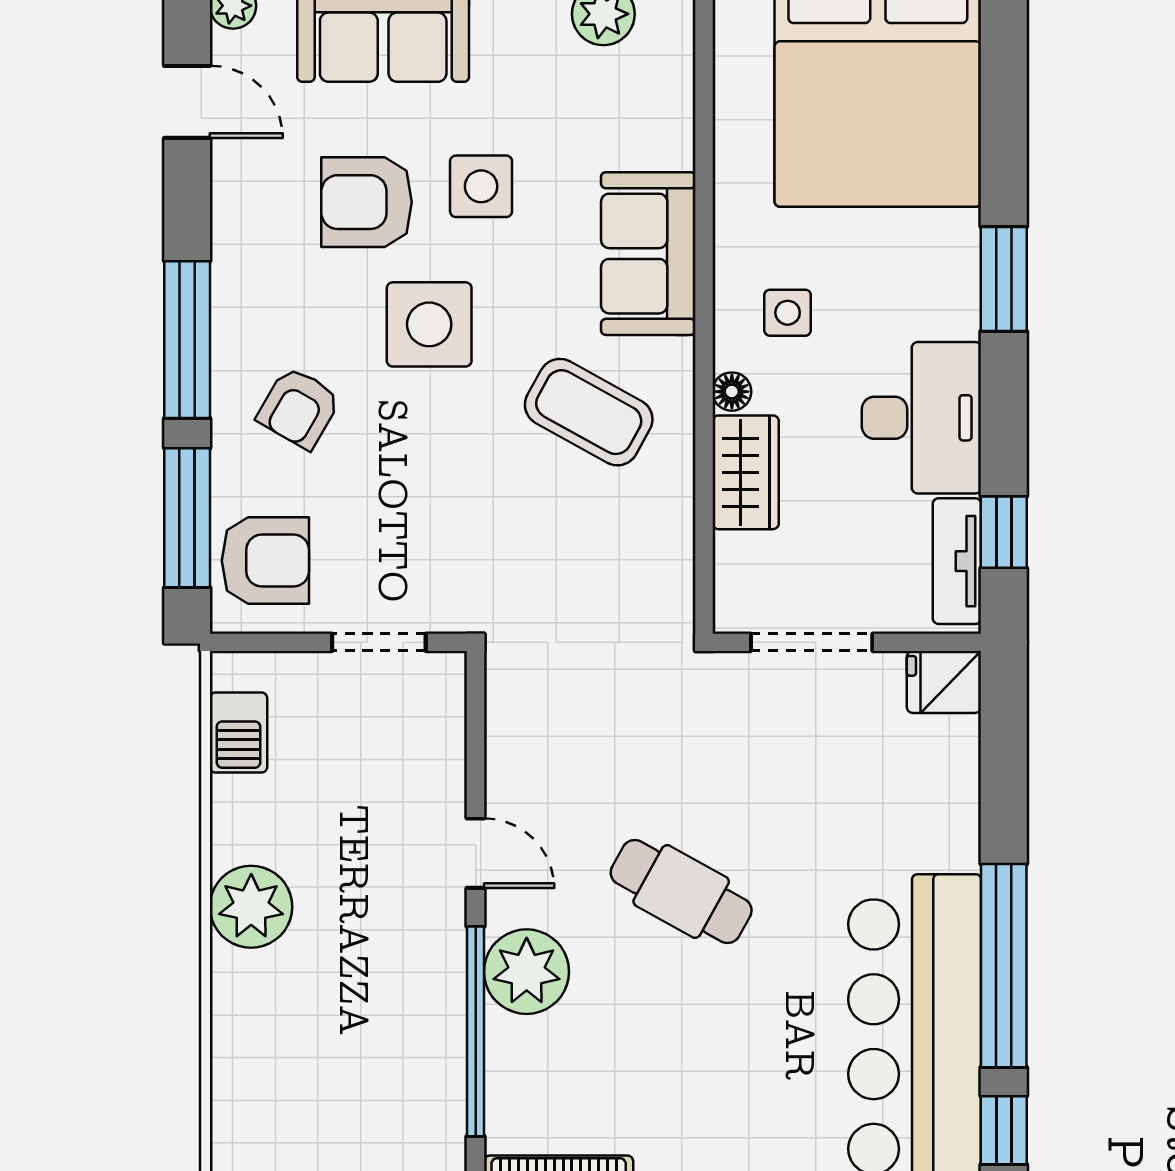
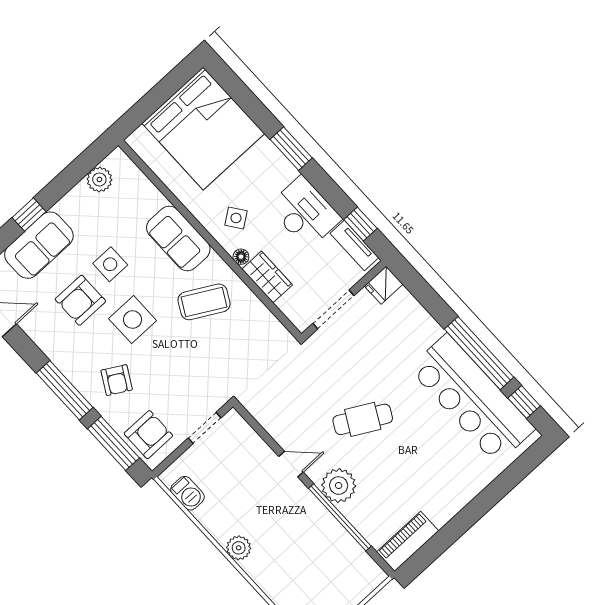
side table: (788, 313) -> (236, 218), turned -36
plant: (251, 907) -> (239, 548), width x0.73, depth x0.73

